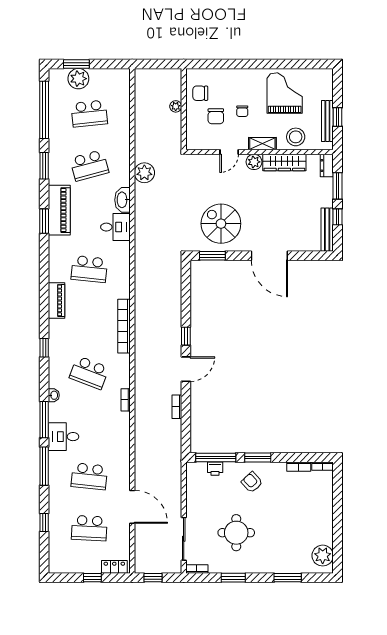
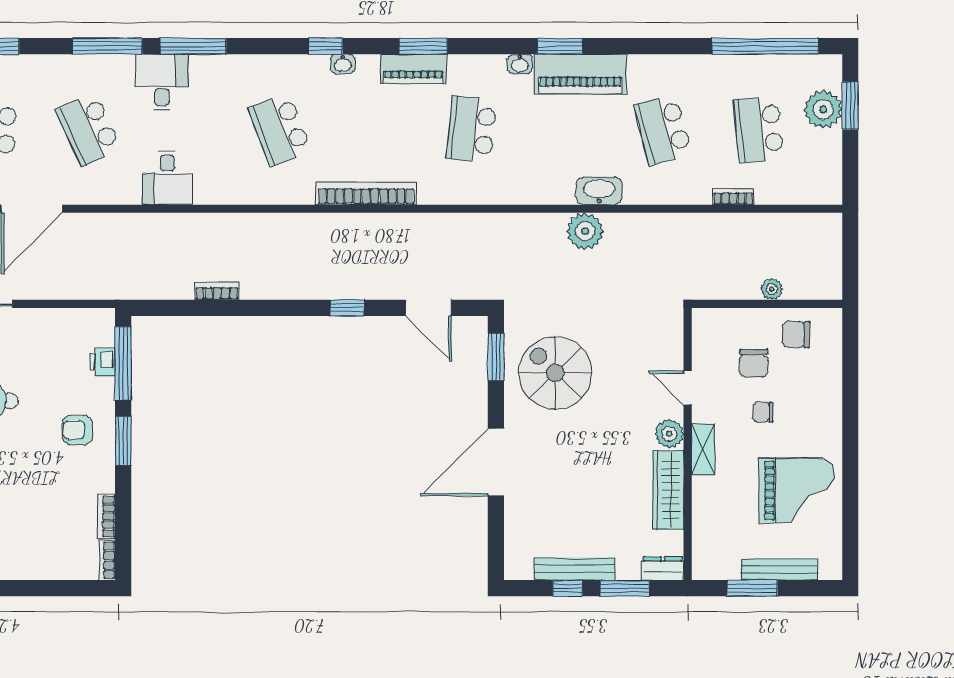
chair: (200, 93) -> (796, 335), turned -89
chair: (216, 116) -> (754, 363), turned -90
window: (338, 117) -> (752, 588), width x1.50
bench: (327, 121) -> (779, 570), moved
stool: (296, 137) -> (716, 511), removed
window: (44, 166) -> (423, 46), moved
plant: (144, 173) -> (585, 231), moved
spiral stairs: (221, 224) -> (555, 373), turned -90
desk: (115, 227) -> (167, 178), moved
bench: (327, 230) -> (574, 569), moved
washbasin: (54, 243) -> (520, 64), added
door: (186, 369) -> (429, 308), moved
school desk: (89, 373) -> (280, 129), turned -42
washbasin: (54, 395) -> (343, 64), moved
bookcase: (126, 400) -> (733, 196), moved
school desk: (89, 476) -> (88, 129), turned -30
armchair: (252, 482) -> (77, 430), turned -137

